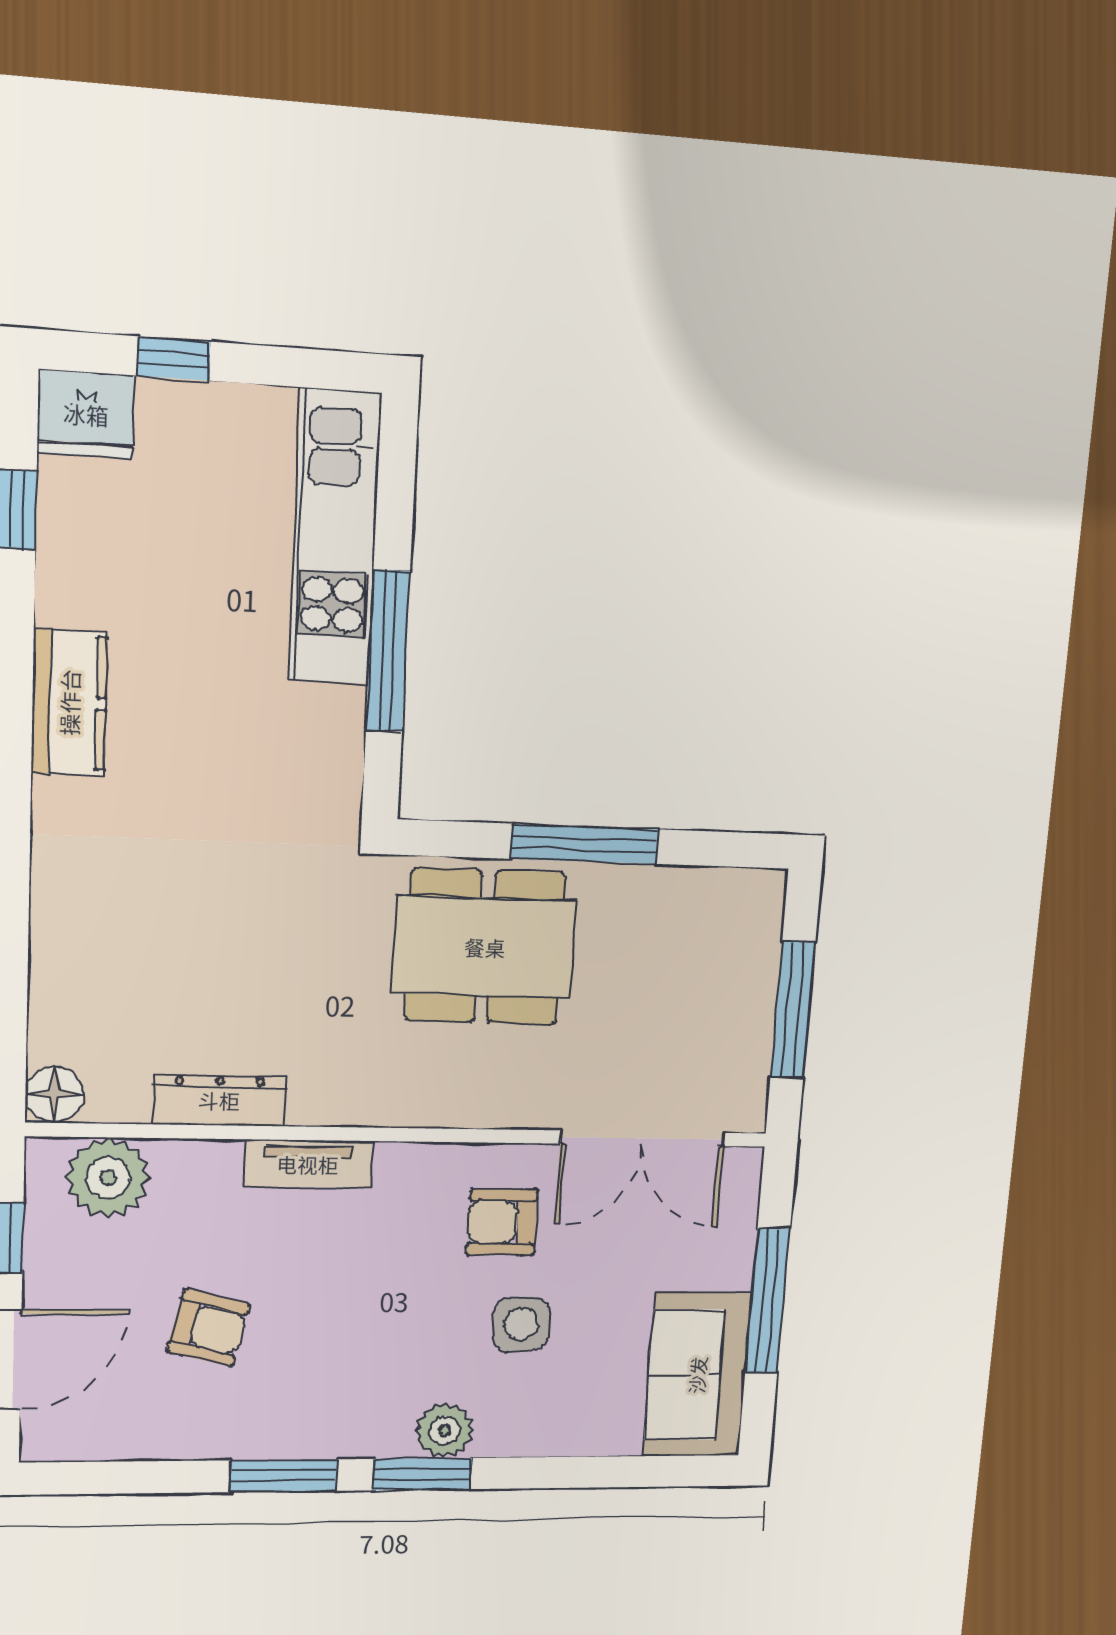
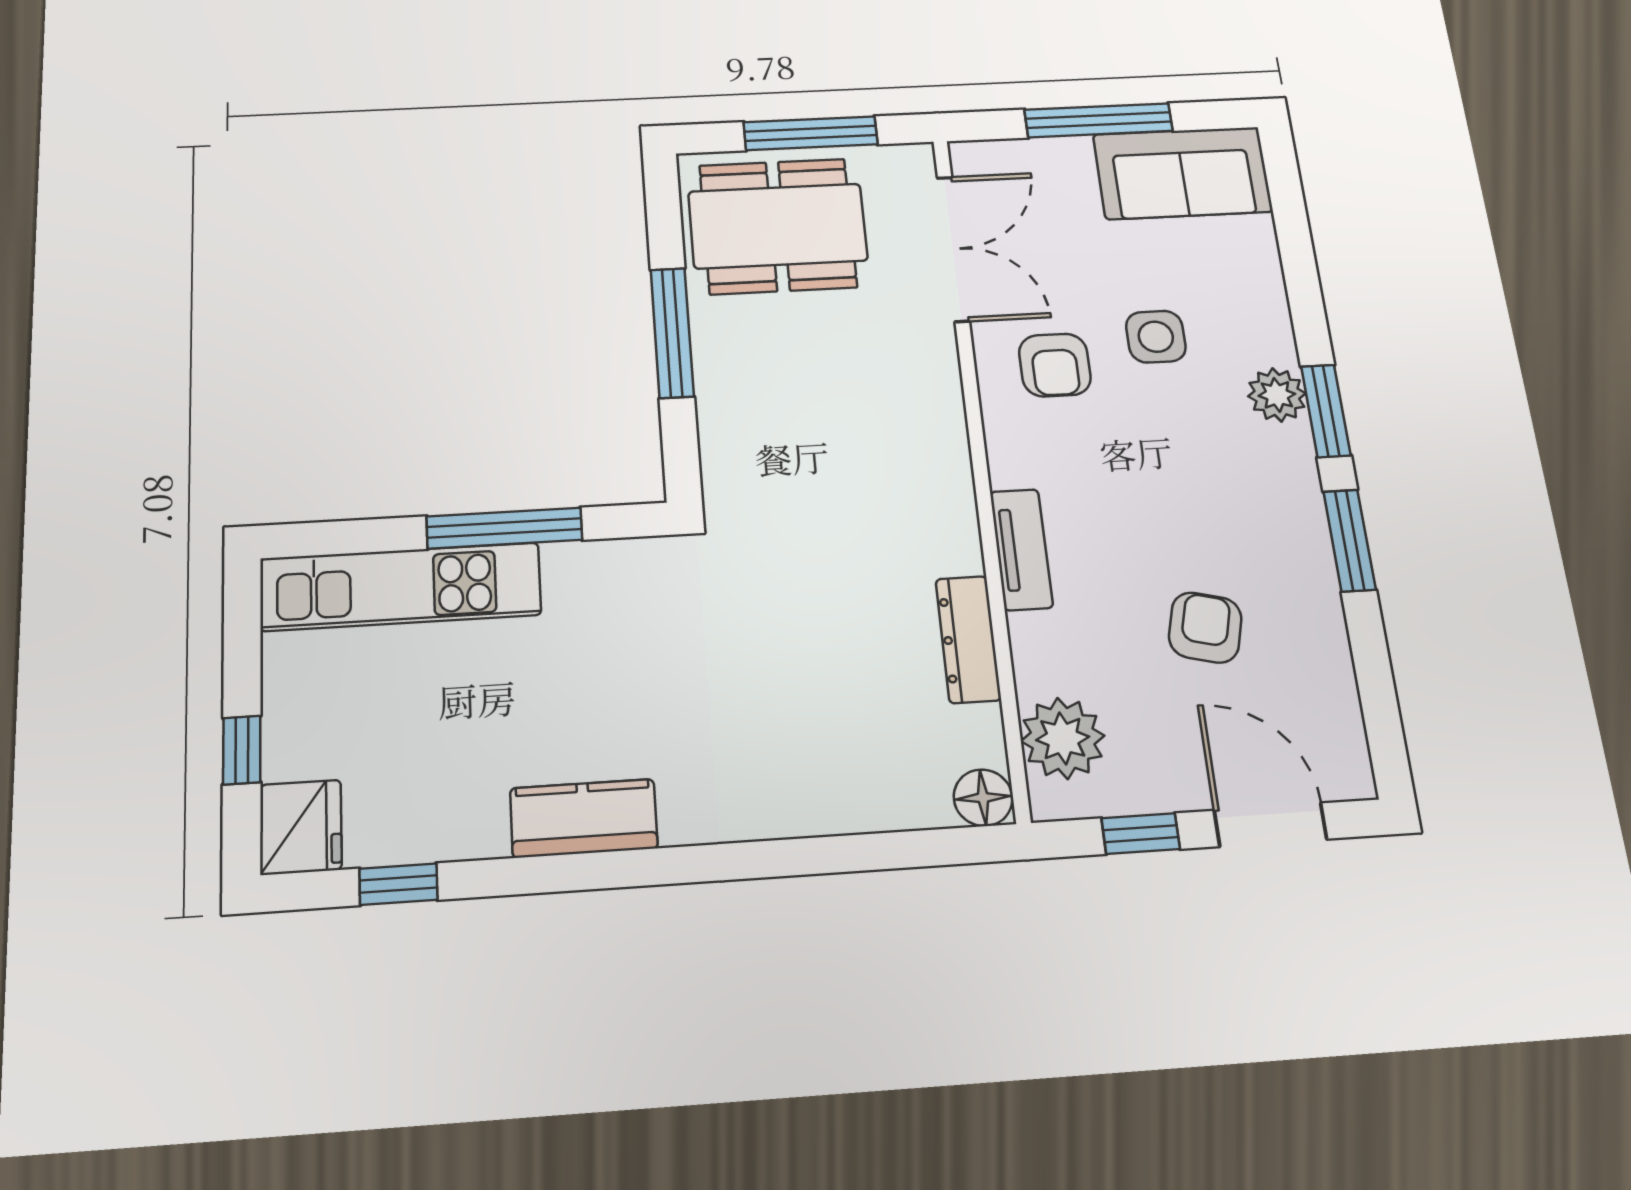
dining table: (485, 947) -> (778, 226), moved, turned 90

